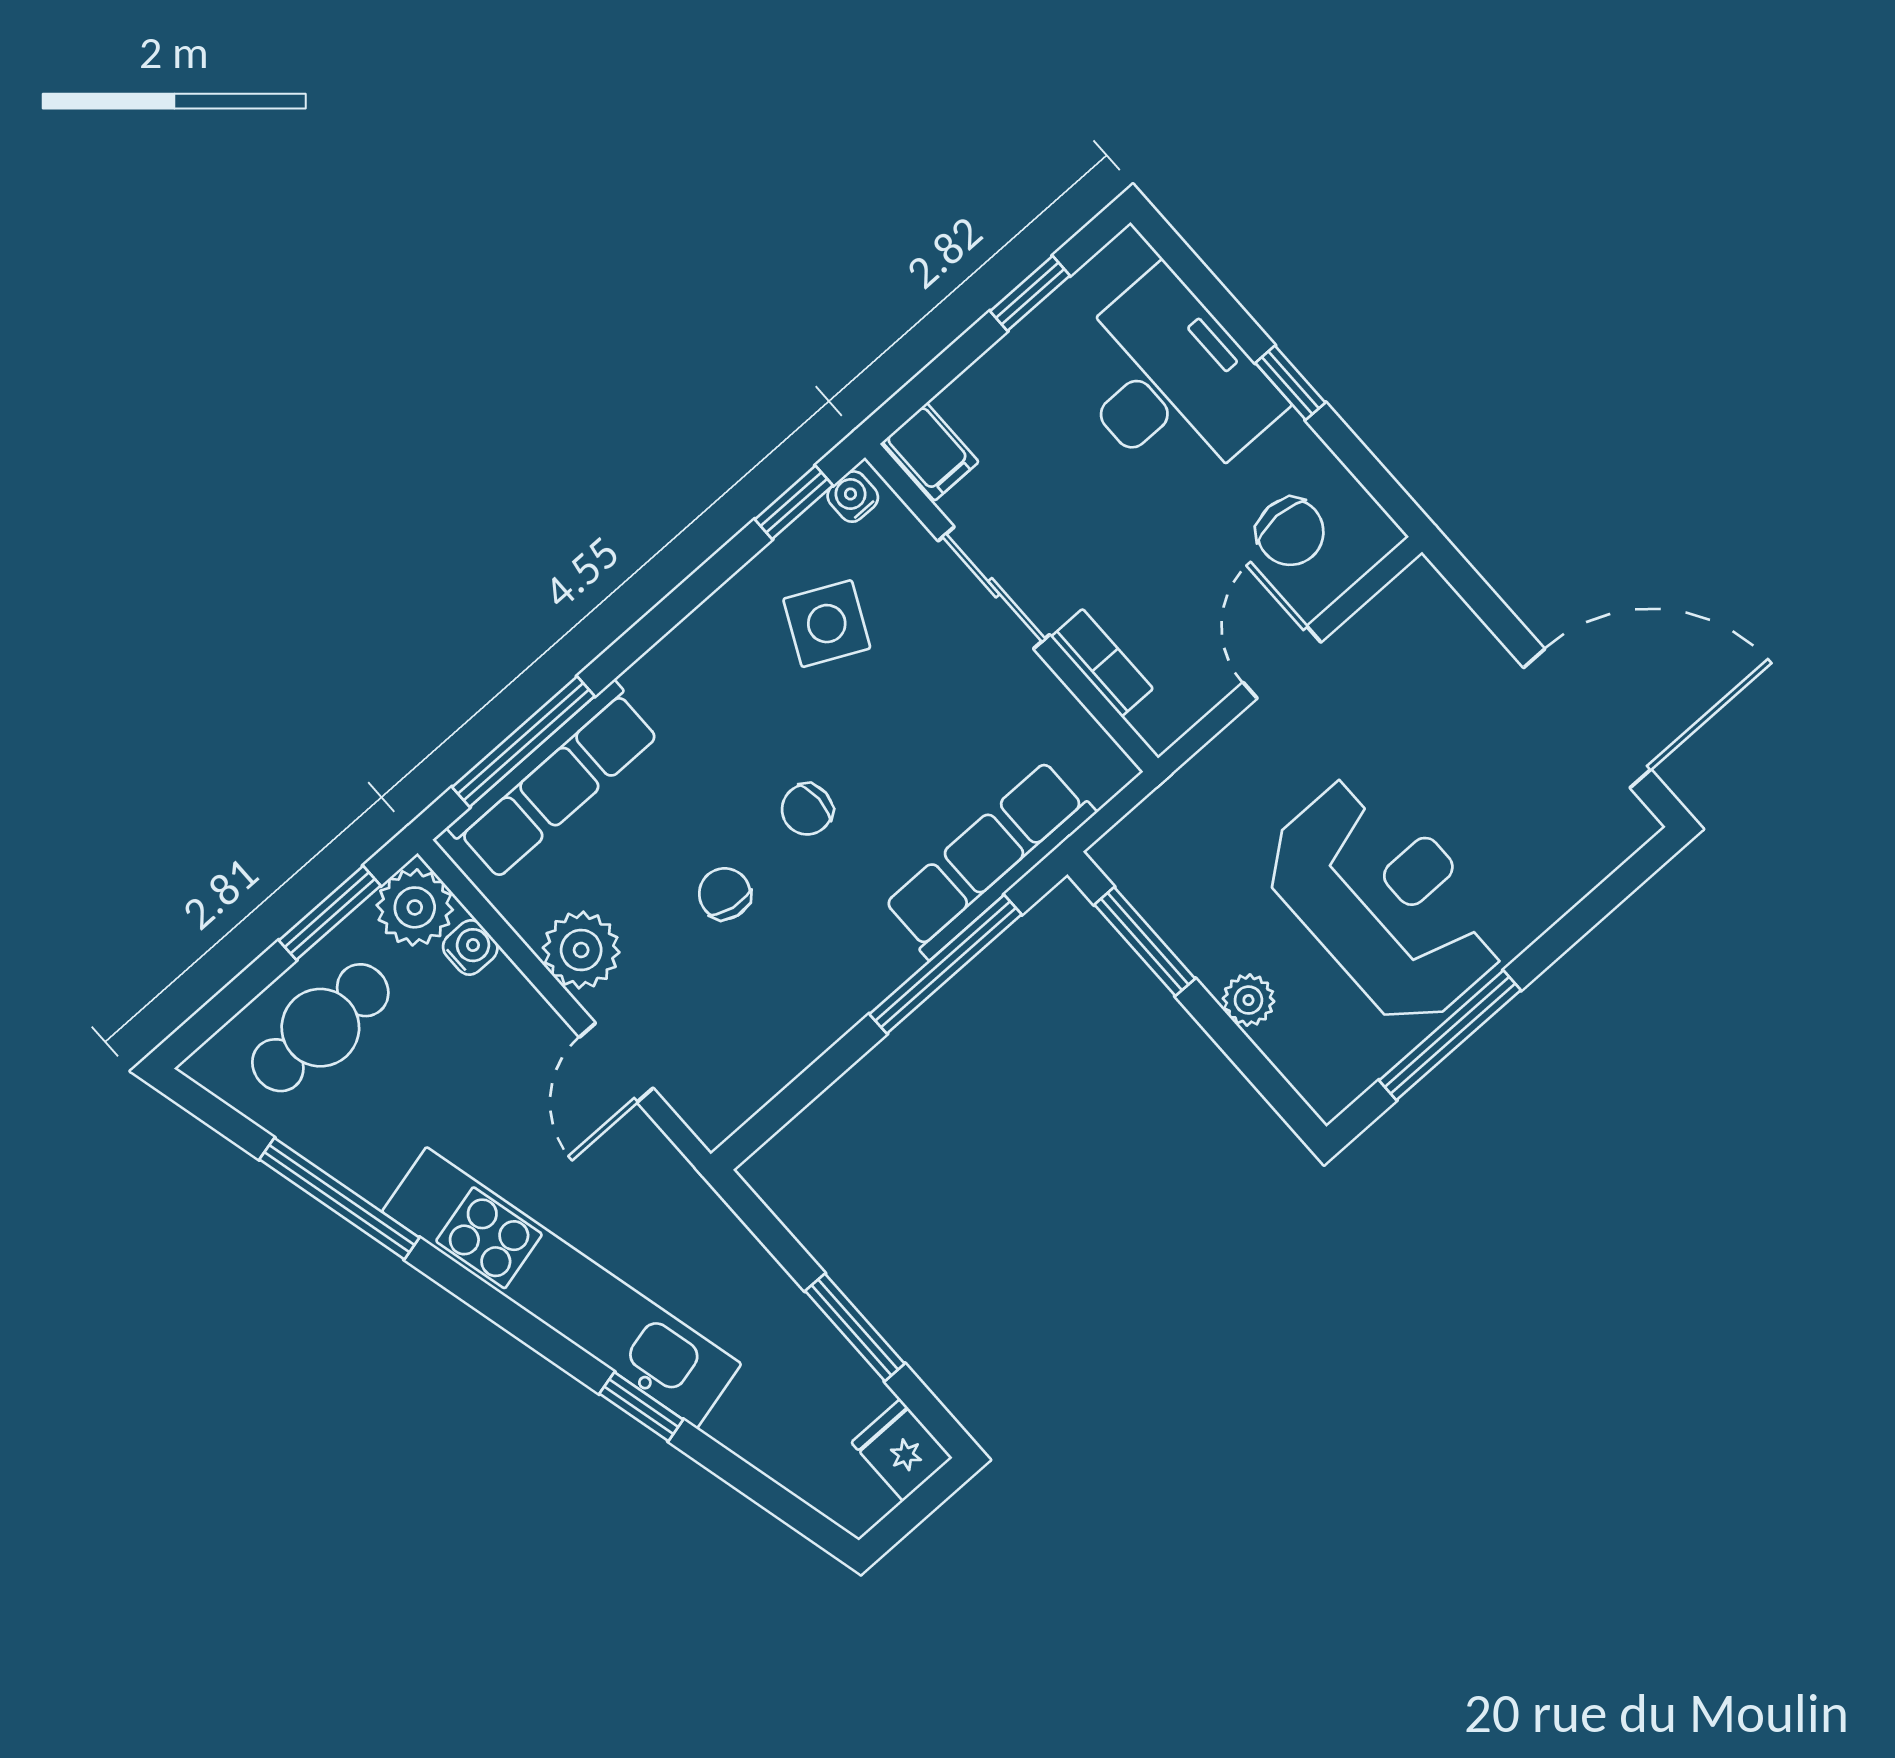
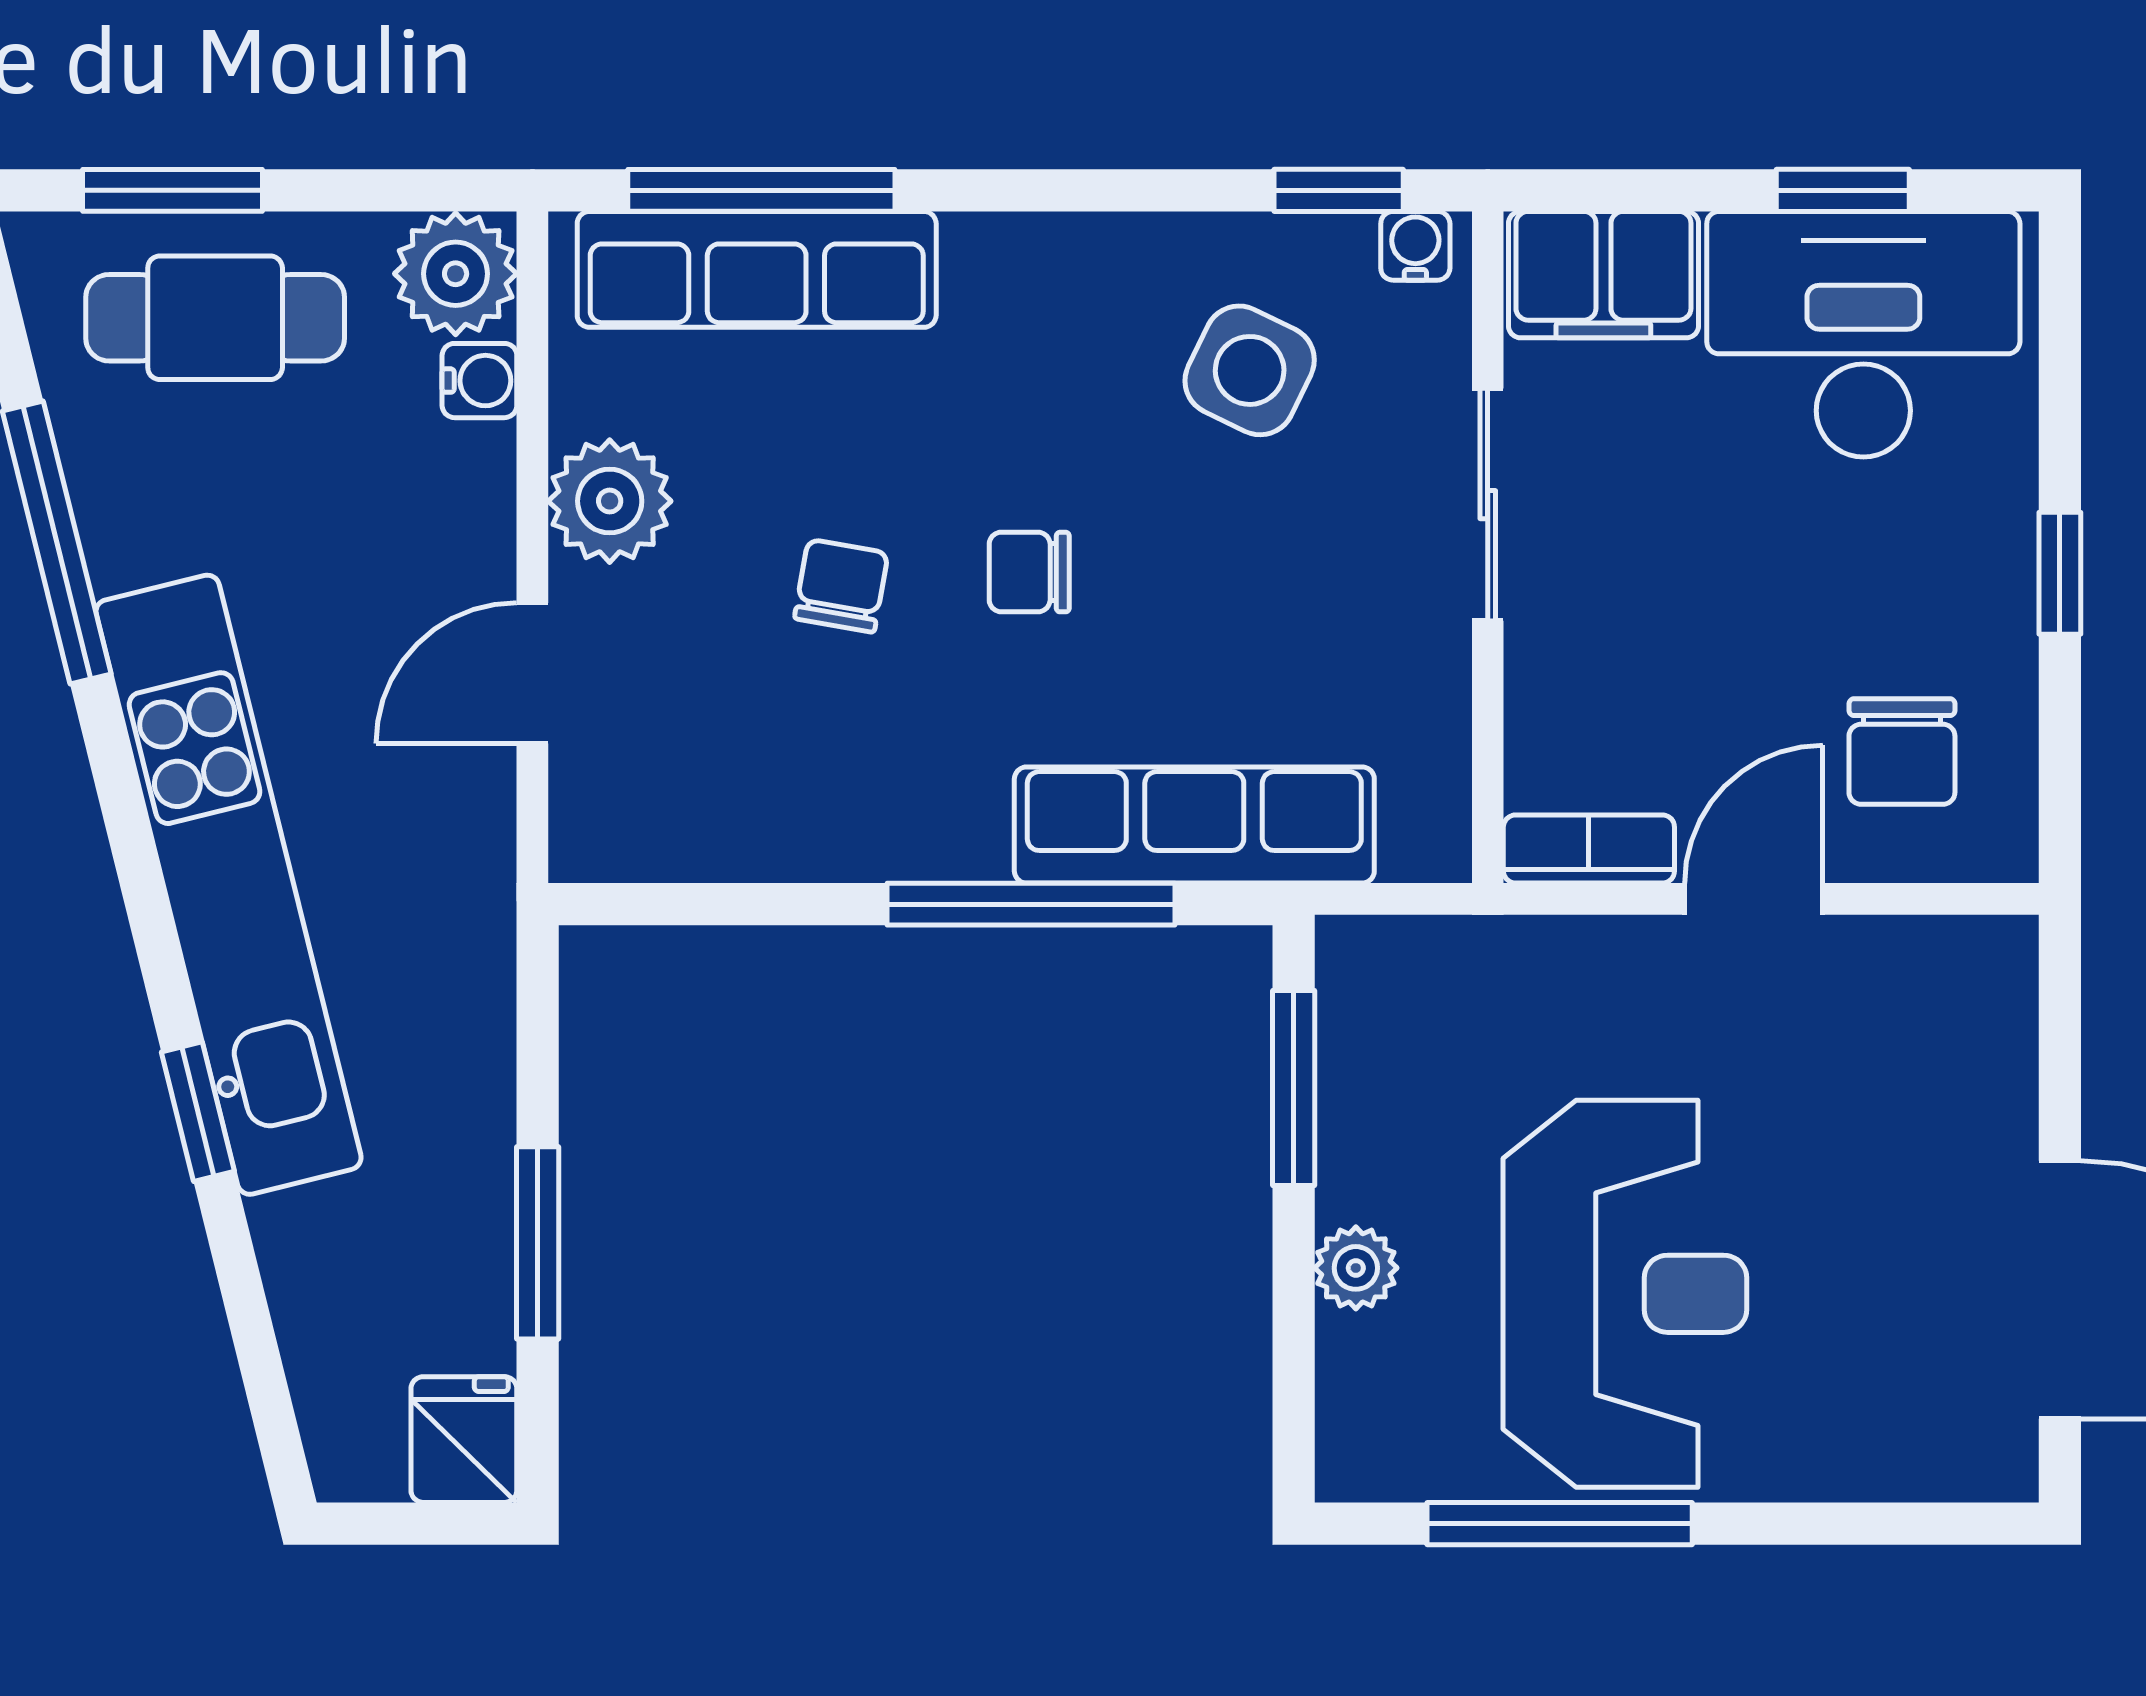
desk: (1170, 383) -> (1863, 334), moved, turned -90
filing cabinet: (931, 452) -> (1603, 275), width x2.00
bookcase: (1102, 663) -> (1589, 849), moved, turned -90
window: (330, 913) -> (172, 190), moved

